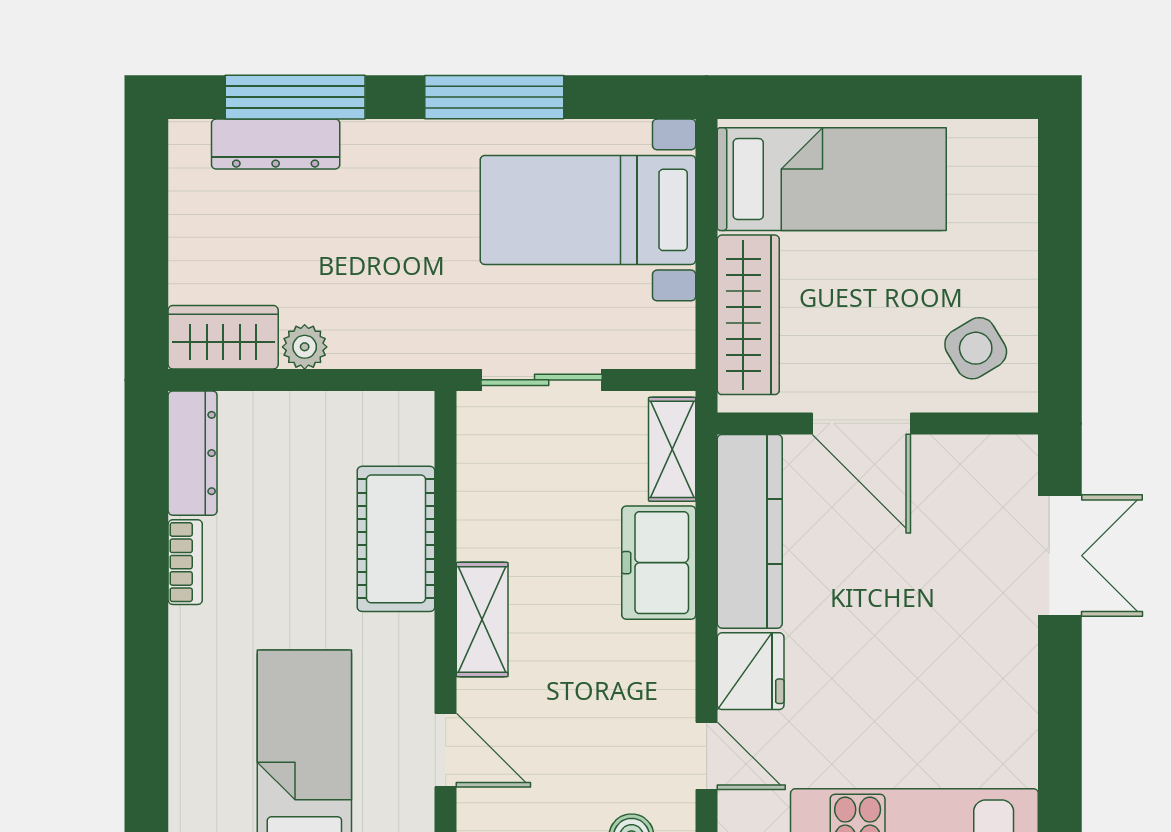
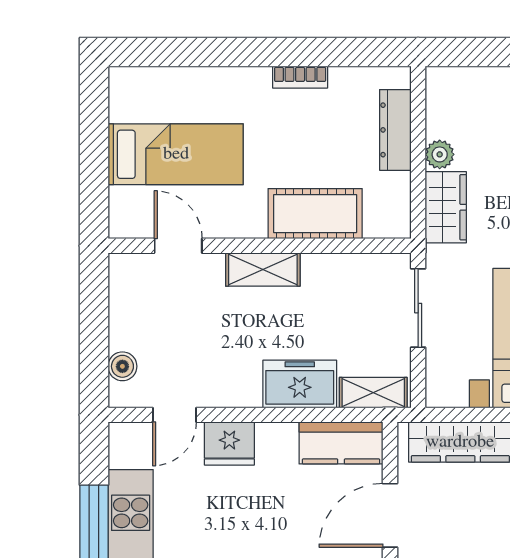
wardrobe: (223, 337) -> (446, 207), moved
dresser: (193, 453) -> (395, 130), moved, turned 90
kitchen counter: (750, 531) -> (341, 443), width x0.67
door: (446, 750) -> (178, 246), swing flipped

